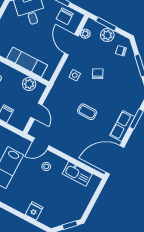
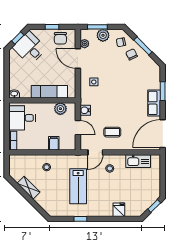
chair: (98, 74) -> (132, 54), moved
water cooler: (52, 98) -> (85, 110), added
coffee table: (87, 112) -> (112, 132), moved

